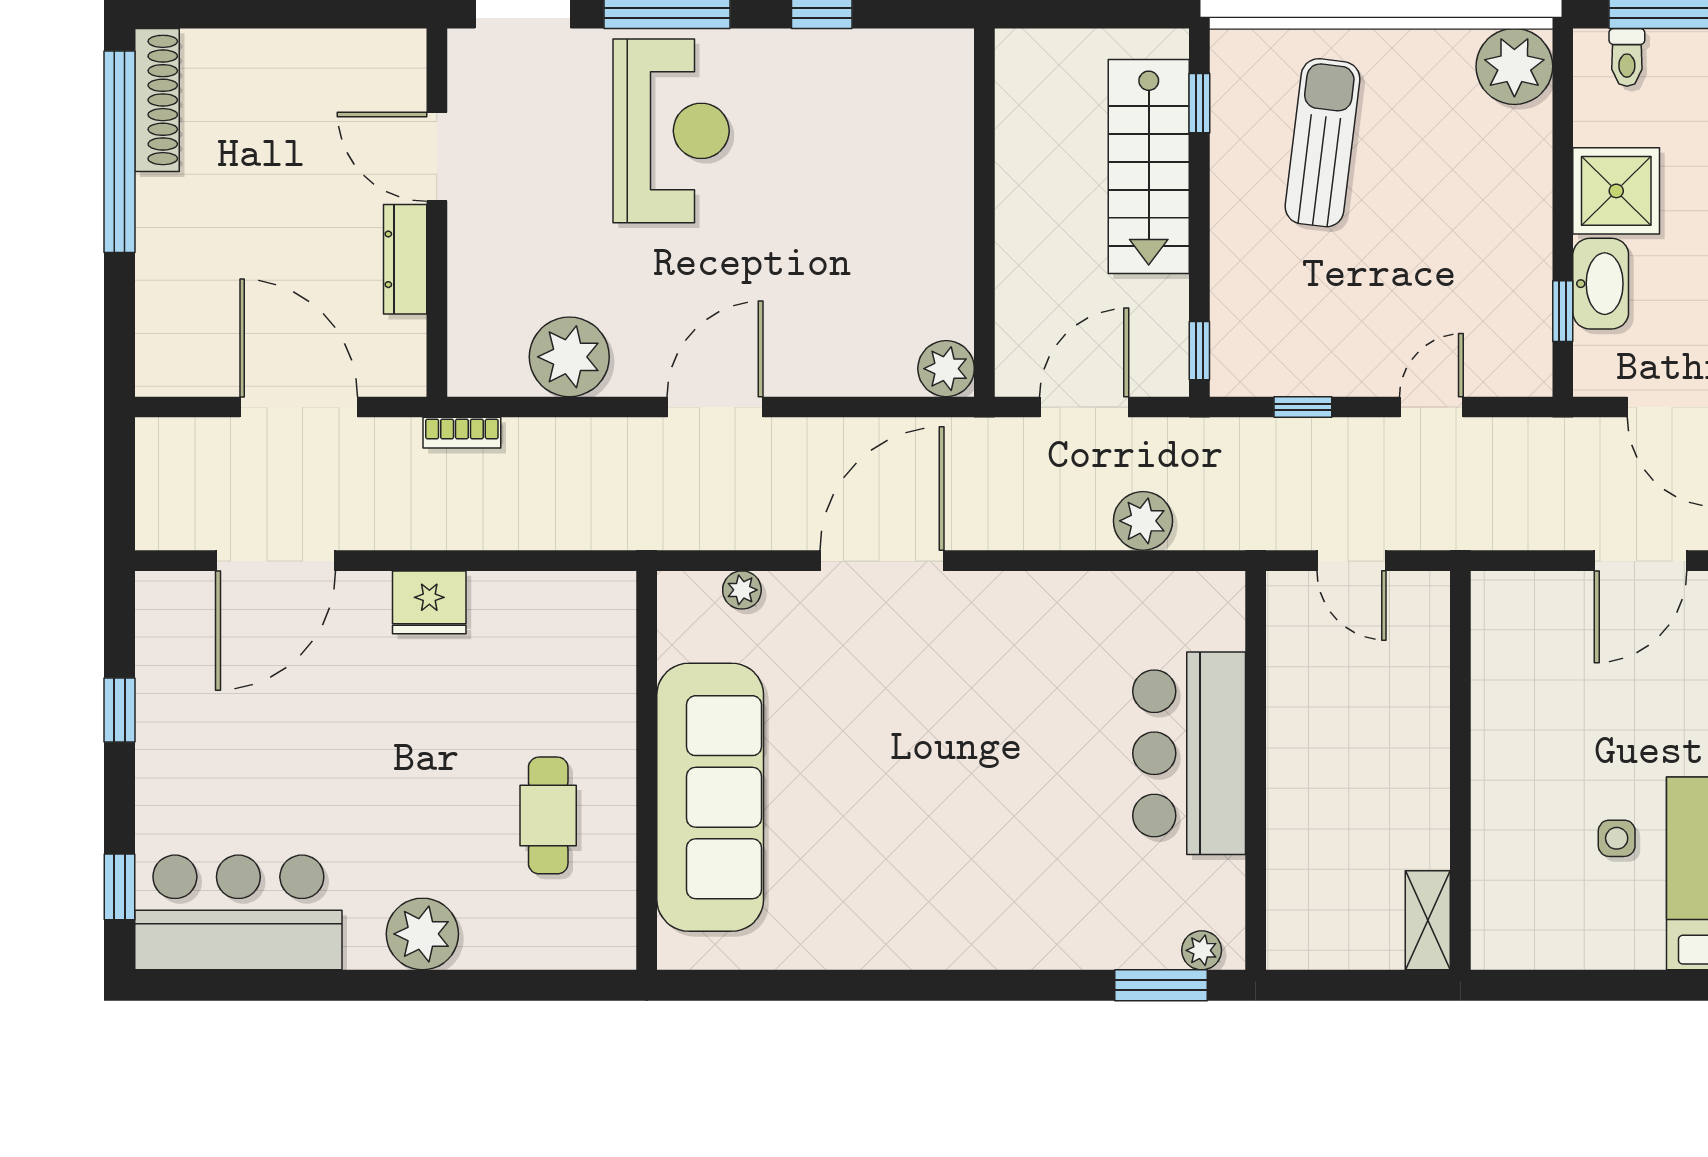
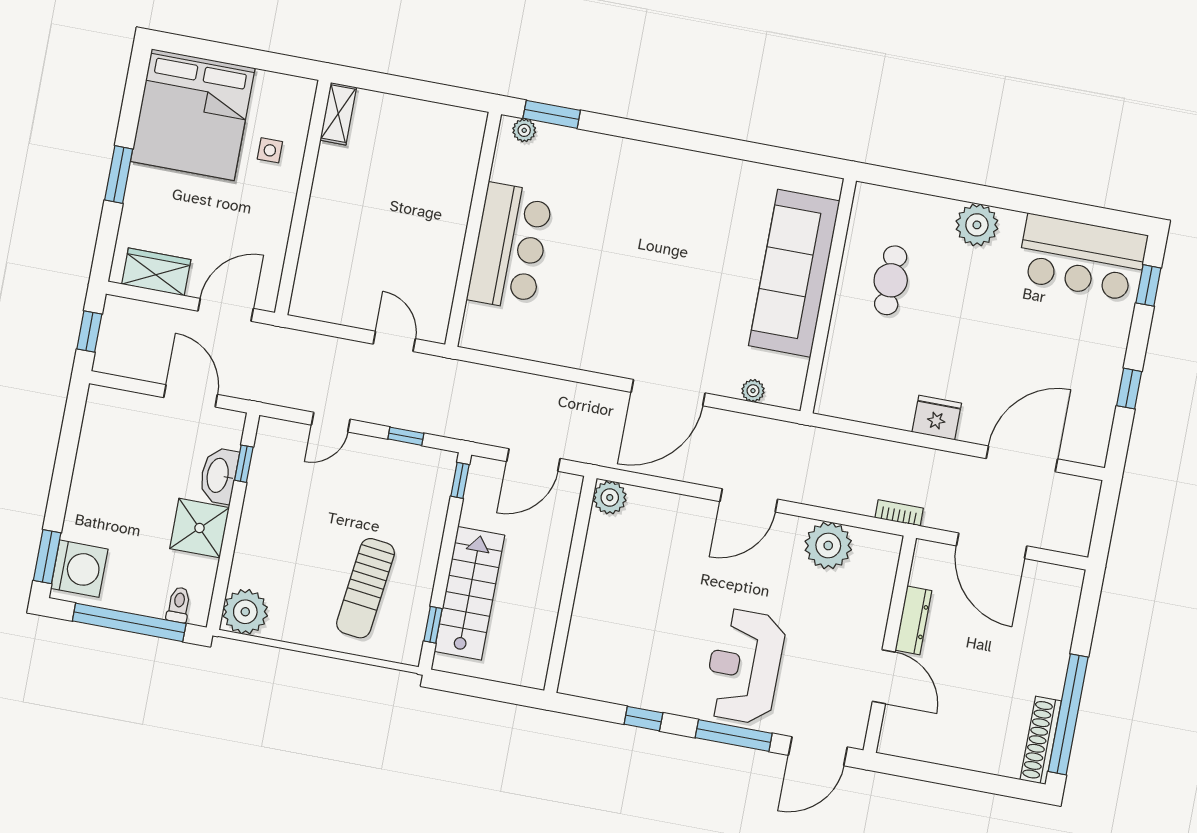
plant: (1143, 521) -> (512, 387), removed
wall: (1460, 770) -> (303, 198), moved
shelving: (1428, 920) -> (338, 114), moved

